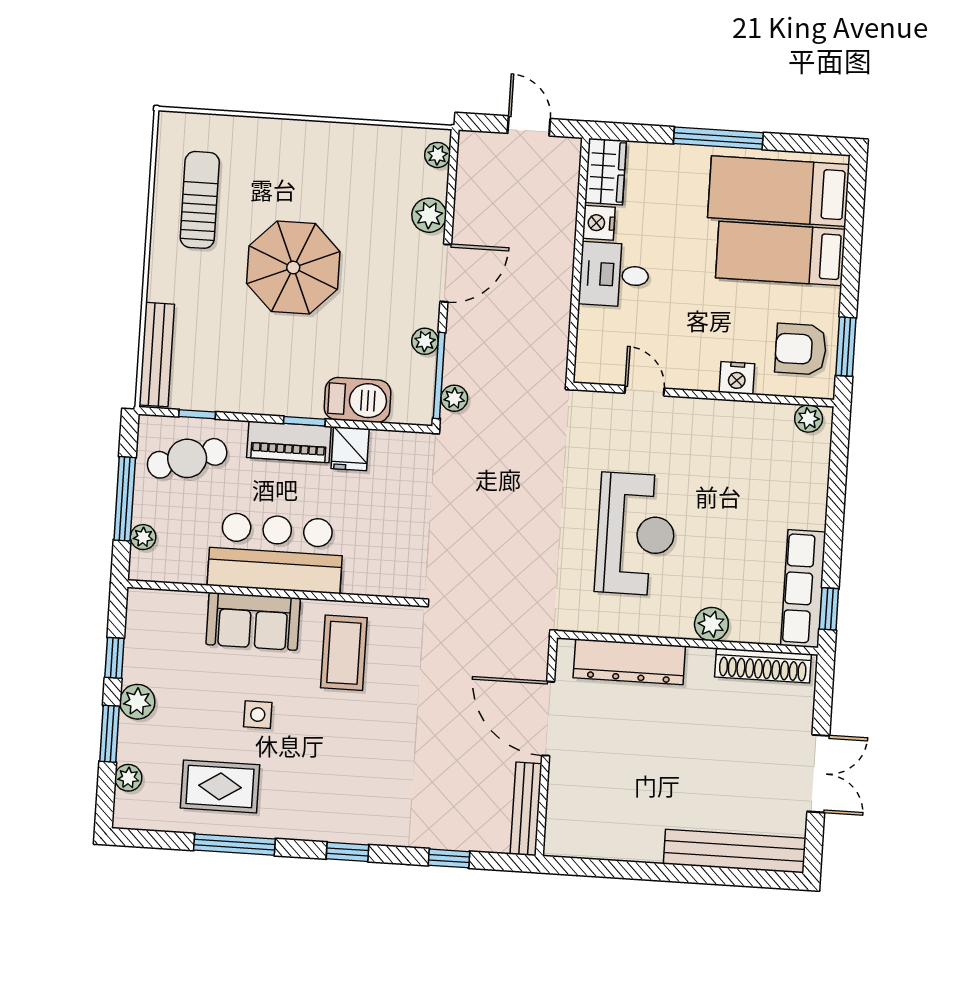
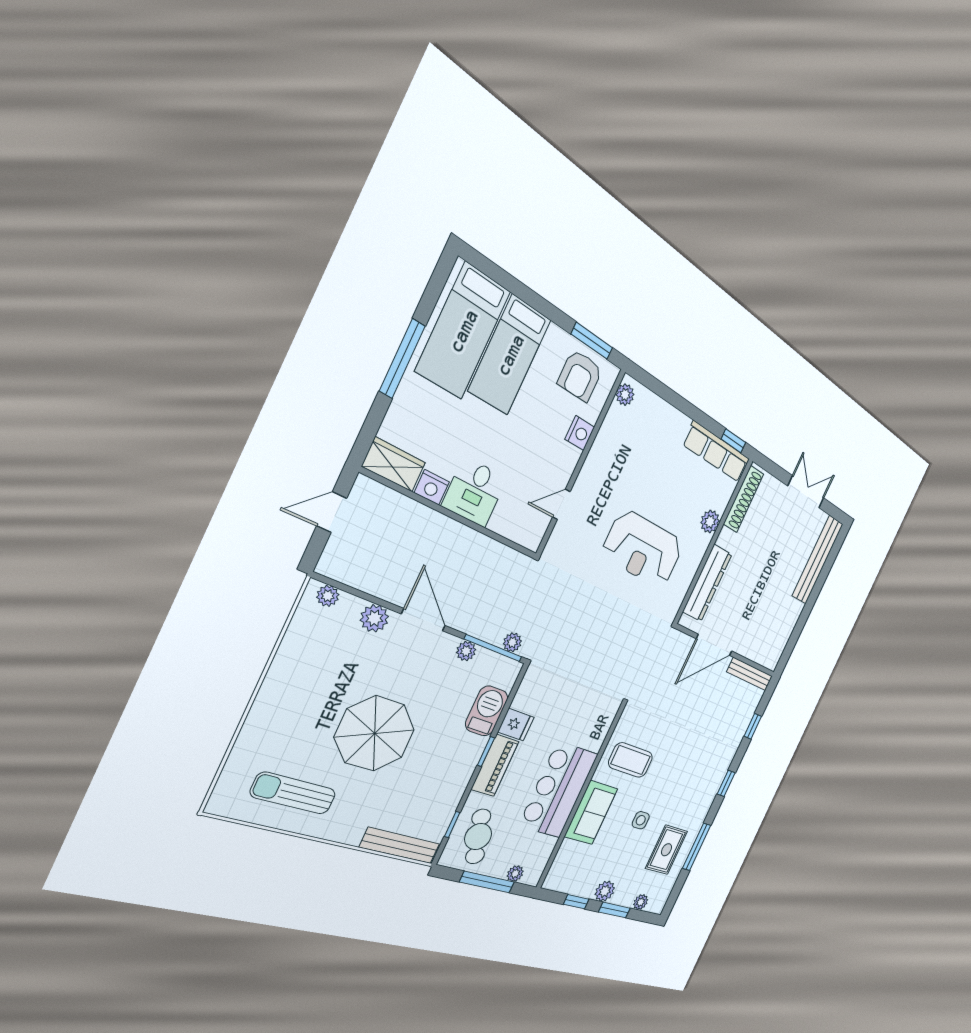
reception desk: (636, 534) -> (643, 549), turned 180

